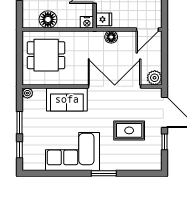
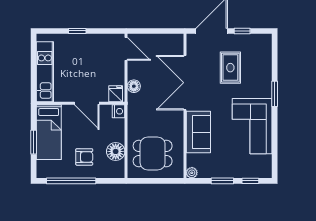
dining table: (46, 55) -> (153, 153), turned 90
plant: (155, 78) -> (176, 41), removed

